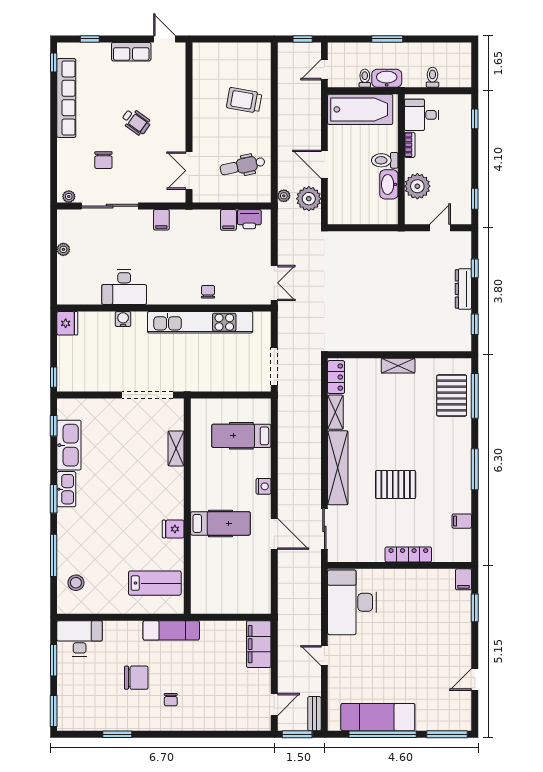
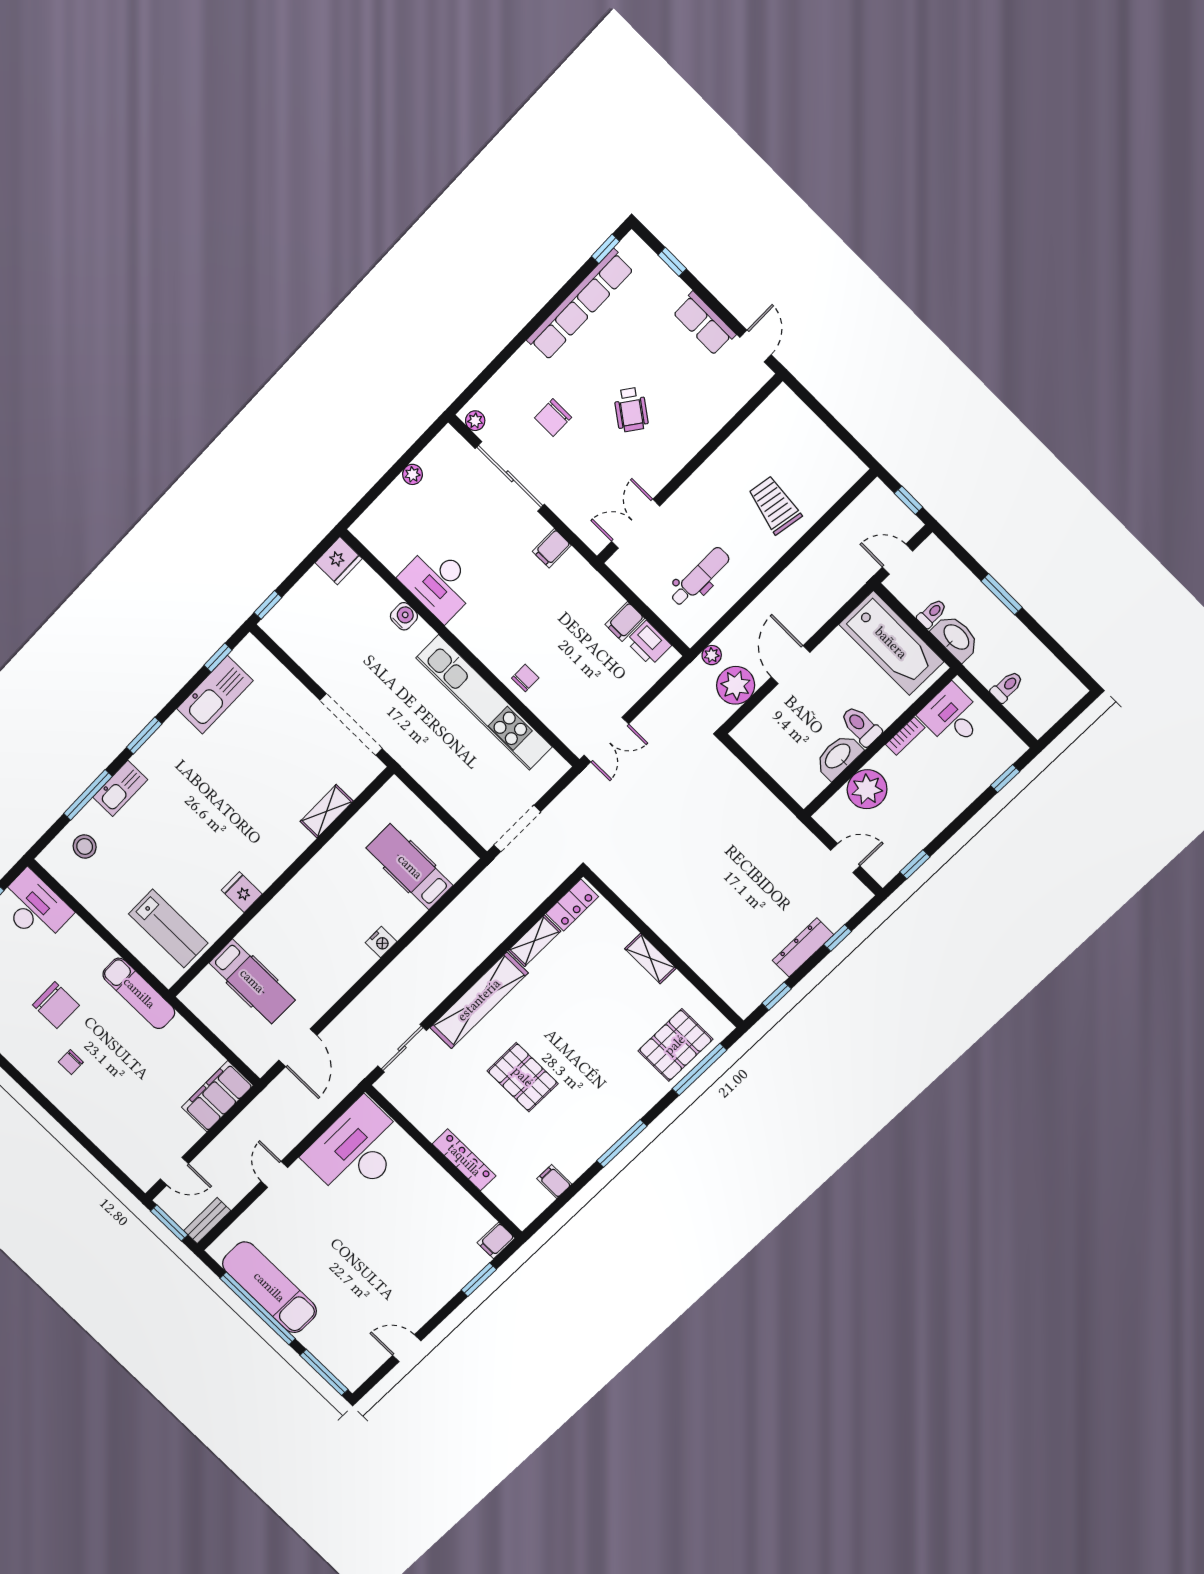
dental chair: (243, 166) -> (700, 577), turned 102
kitchen sink: (66, 489) -> (120, 788), moved
hospital bed: (220, 523) -> (252, 981), moved
door: (274, 534) -> (298, 1048), moved

